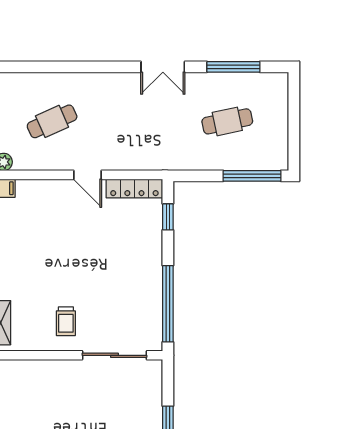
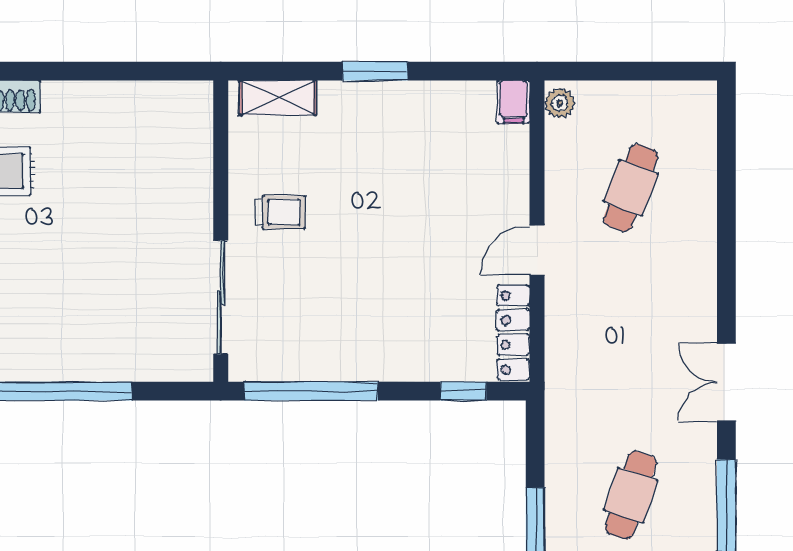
cafe table: (52, 121) -> (631, 188), turned 45
cafe table: (227, 121) -> (631, 495), turned 30
trolley: (66, 321) -> (280, 212), turned 180

